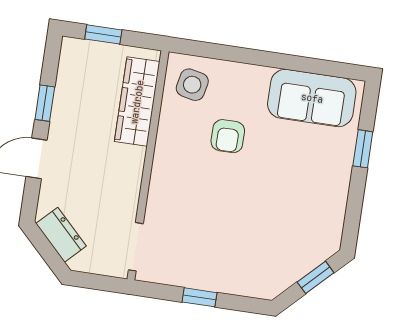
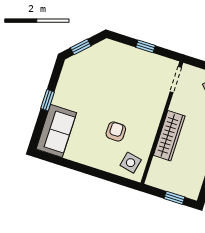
sofa: (312, 98) -> (56, 131), moved, turned 90
wardrobe: (137, 102) -> (169, 136), moved
window: (363, 149) -> (48, 100), moved

